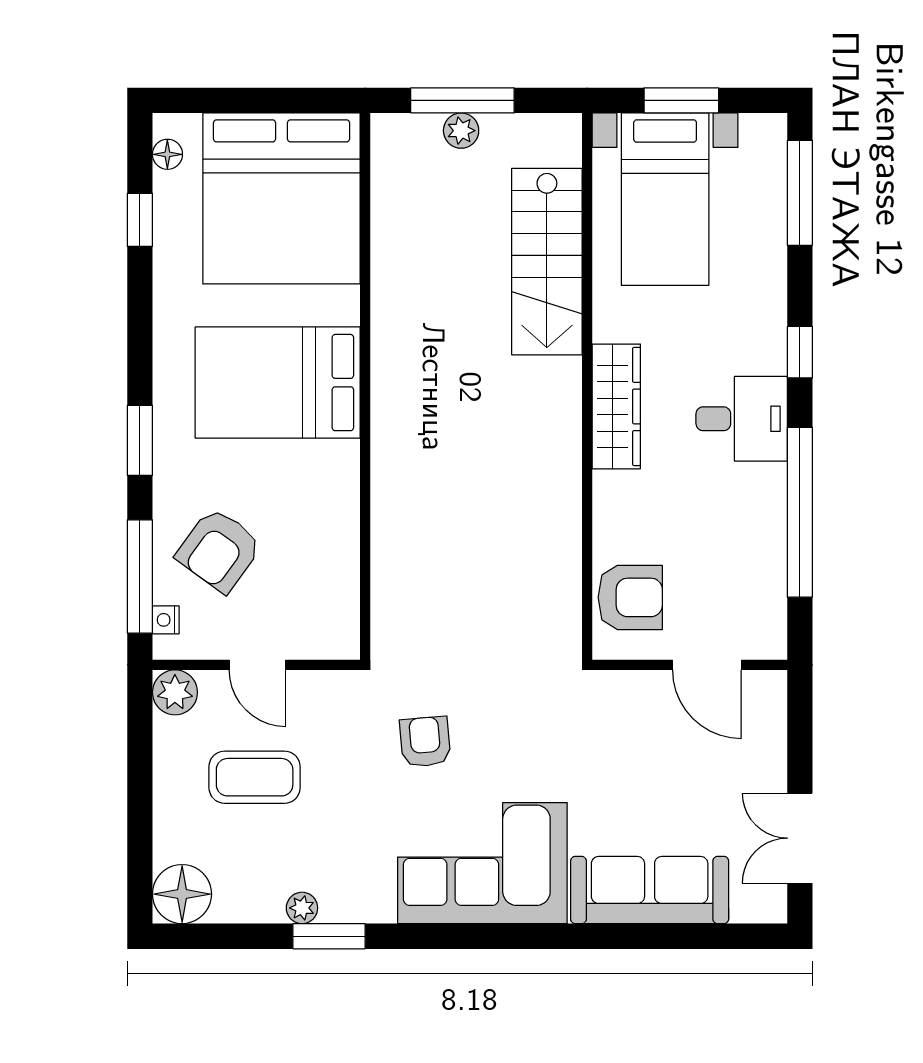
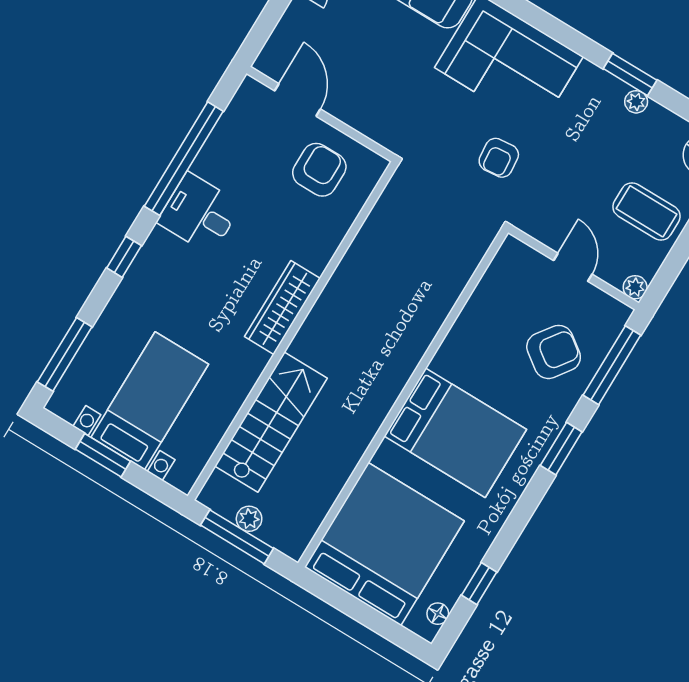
stairs: (547, 262) -> (271, 422), moved
wall: (587, 386) -> (293, 331), moved
wardrobe: (616, 406) -> (282, 308), moved
desk: (742, 419) -> (199, 213), moved
armchair: (630, 597) -> (319, 170), turned 90
nightstand: (166, 620) -> (612, 329), removed
plant: (175, 692) -> (635, 287), width x0.73, depth x0.73
coffee table: (255, 777) -> (647, 211), moved

